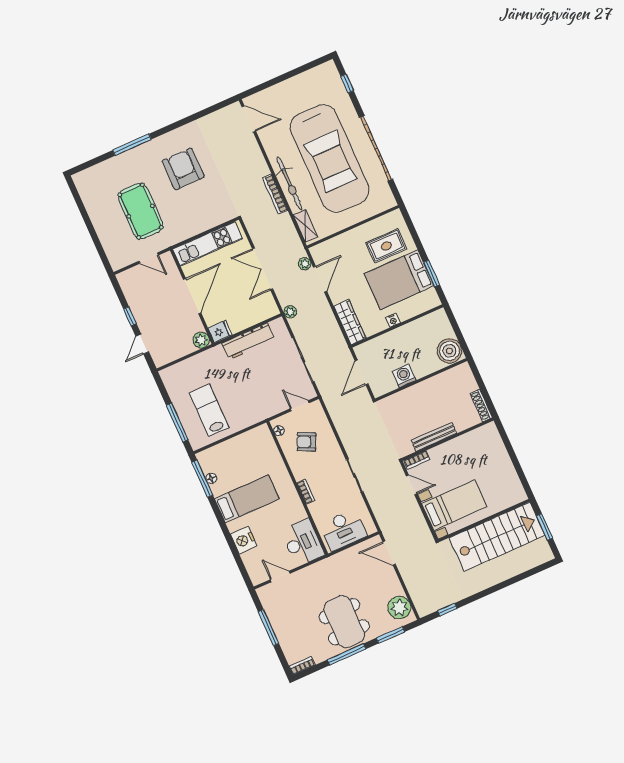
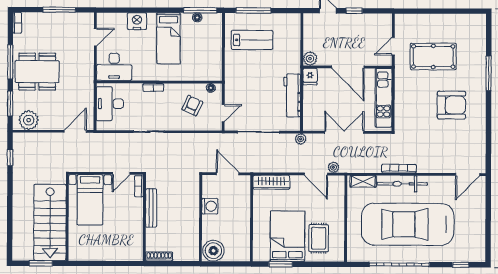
nightstand: (393, 320) -> (258, 217), removed

